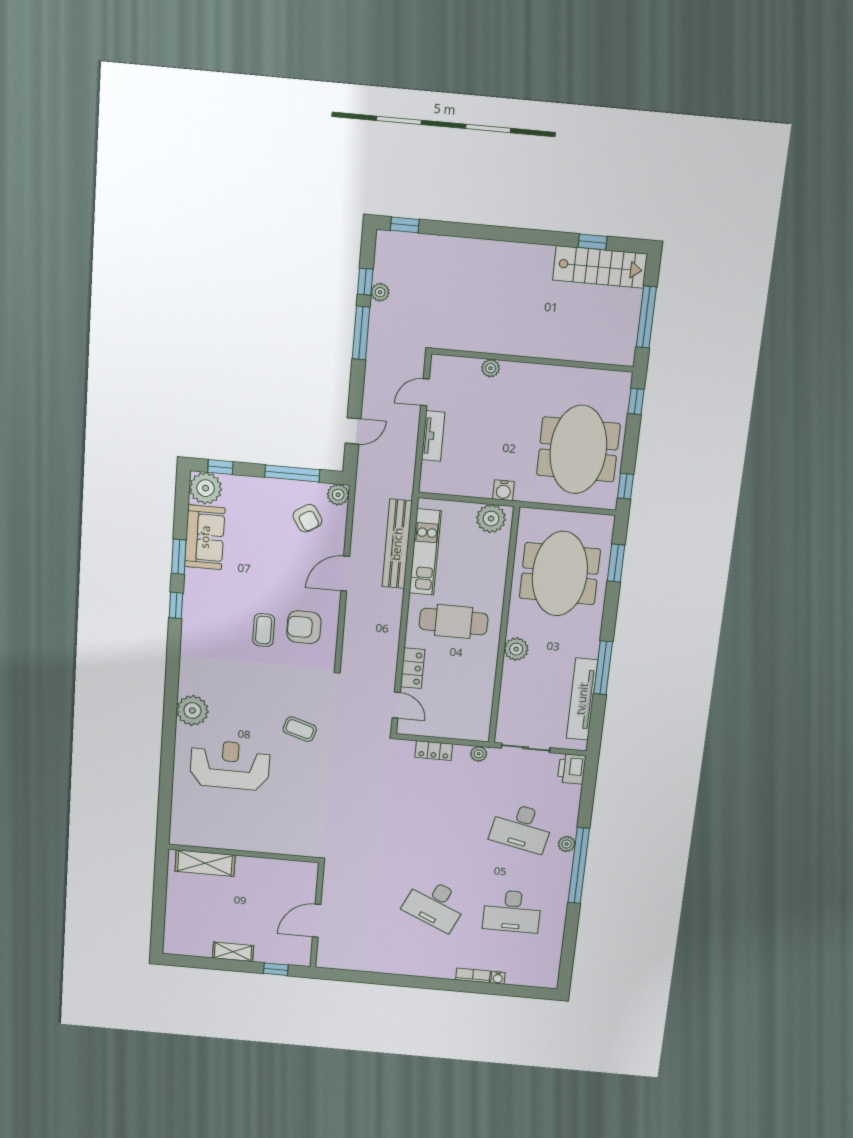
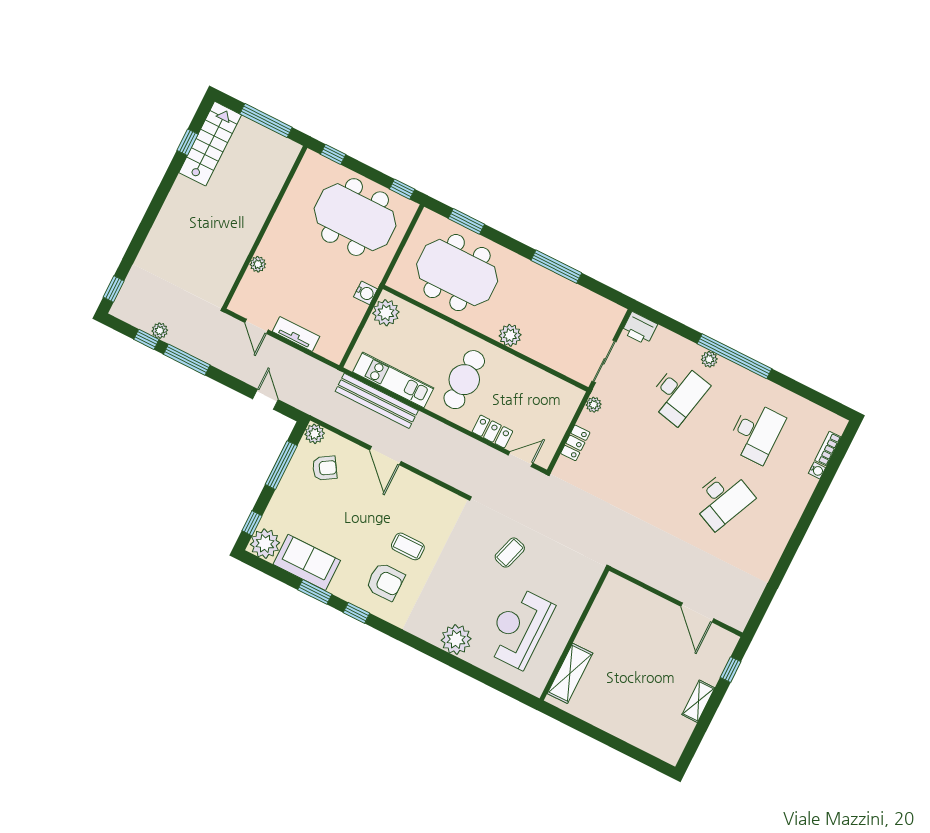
armchair: (304, 627) -> (385, 582), moved, turned -90
tv unit: (582, 699) -> (578, 295), removed
wall: (244, 853) -> (574, 635), moved
shelving: (205, 863) -> (570, 673), moved
bookcase: (473, 975) -> (828, 449), moved

